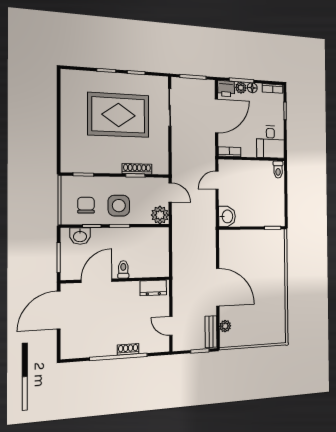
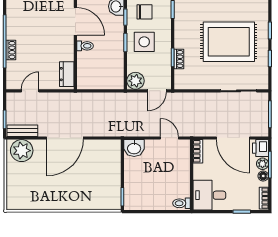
rug: (118, 115) -> (229, 42), turned 90
shoe rack: (137, 169) -> (179, 59), width x0.70
plant: (225, 326) -> (22, 151), width x1.88, depth x1.88

